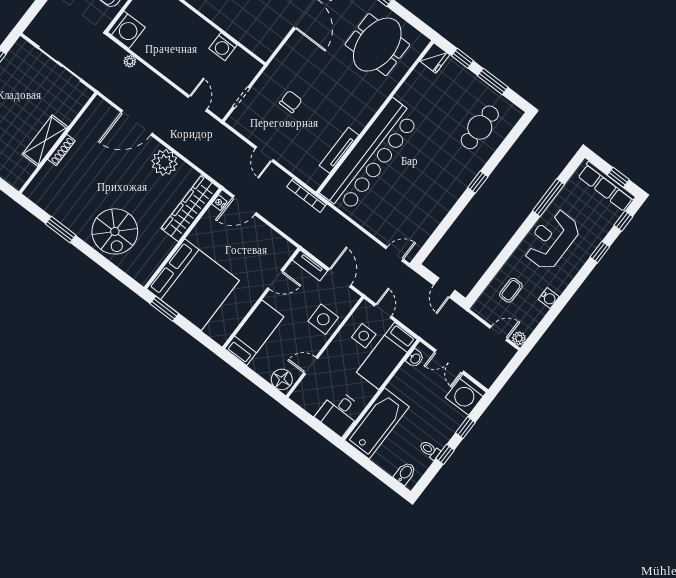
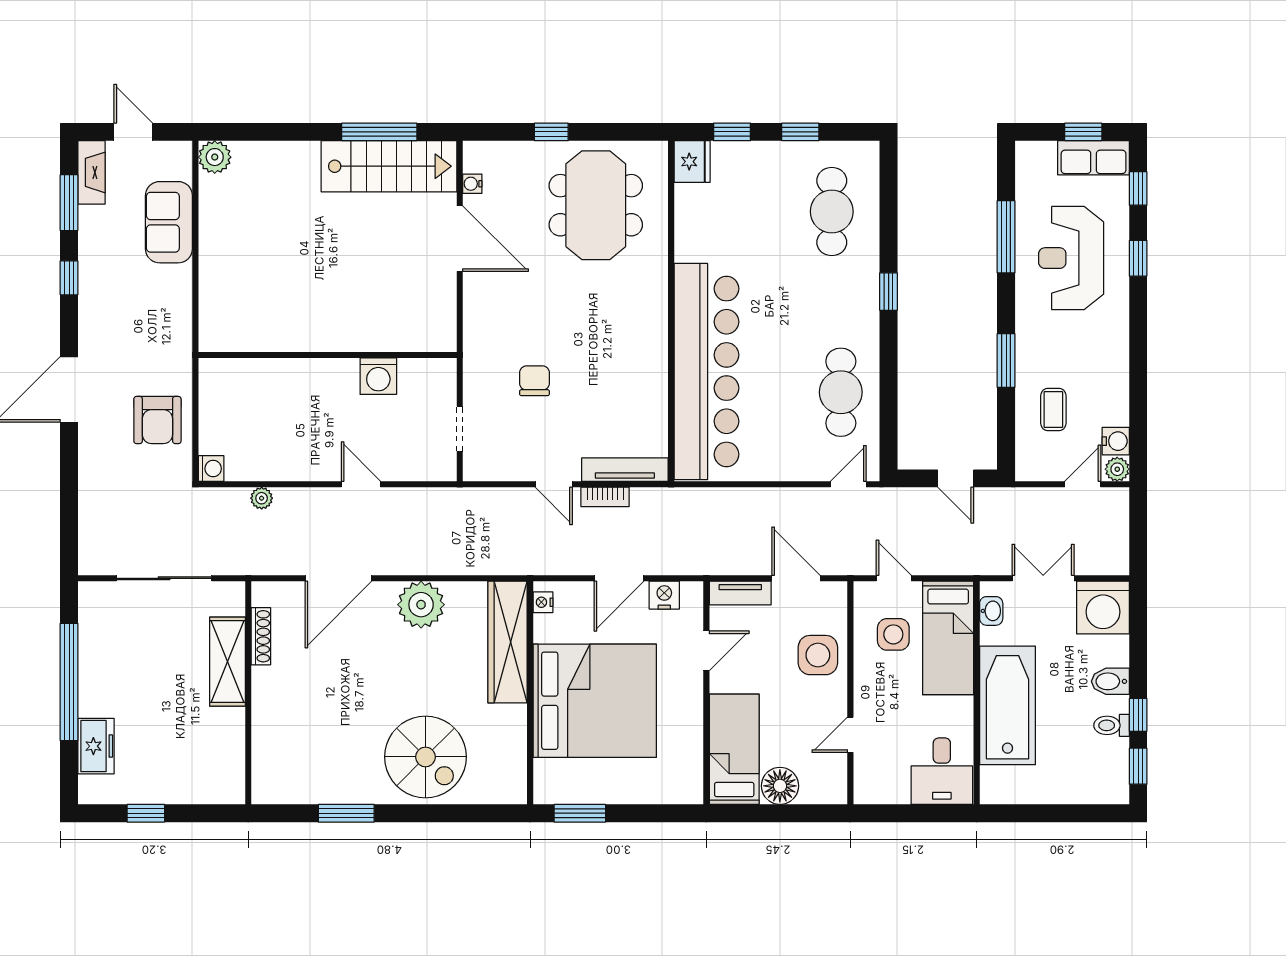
washing machine: (126, 30) -> (211, 469), width x0.53, depth x0.53
window: (493, 81) -> (800, 132), width x0.67
door: (198, 103) -> (361, 484), moved
shelving: (45, 141) -> (227, 662), moved
shoe rack: (61, 150) -> (261, 636), moved
tv unit: (339, 150) -> (625, 470), moved, turned 90
row of seats: (606, 186) -> (1094, 158), width x0.68
bookcase: (307, 195) -> (605, 497), moved, width x0.64
door: (244, 205) -> (619, 578), moved
cafe table: (423, 211) -> (841, 392), added
reception desk: (551, 239) -> (1071, 258), moved
nightstand: (276, 241) -> (664, 595), added
window: (507, 252) -> (1006, 360), added
bed: (193, 285) -> (595, 701), moved
water cooler: (549, 298) -> (1116, 441), moved
double door: (449, 362) -> (1043, 578), swing flipped
floor lamp: (282, 379) -> (780, 786), moved
bathtub: (377, 423) -> (1008, 705), moved
window: (465, 428) -> (1138, 766), moved
bidet: (405, 473) -> (1110, 681), moved, turned -90

